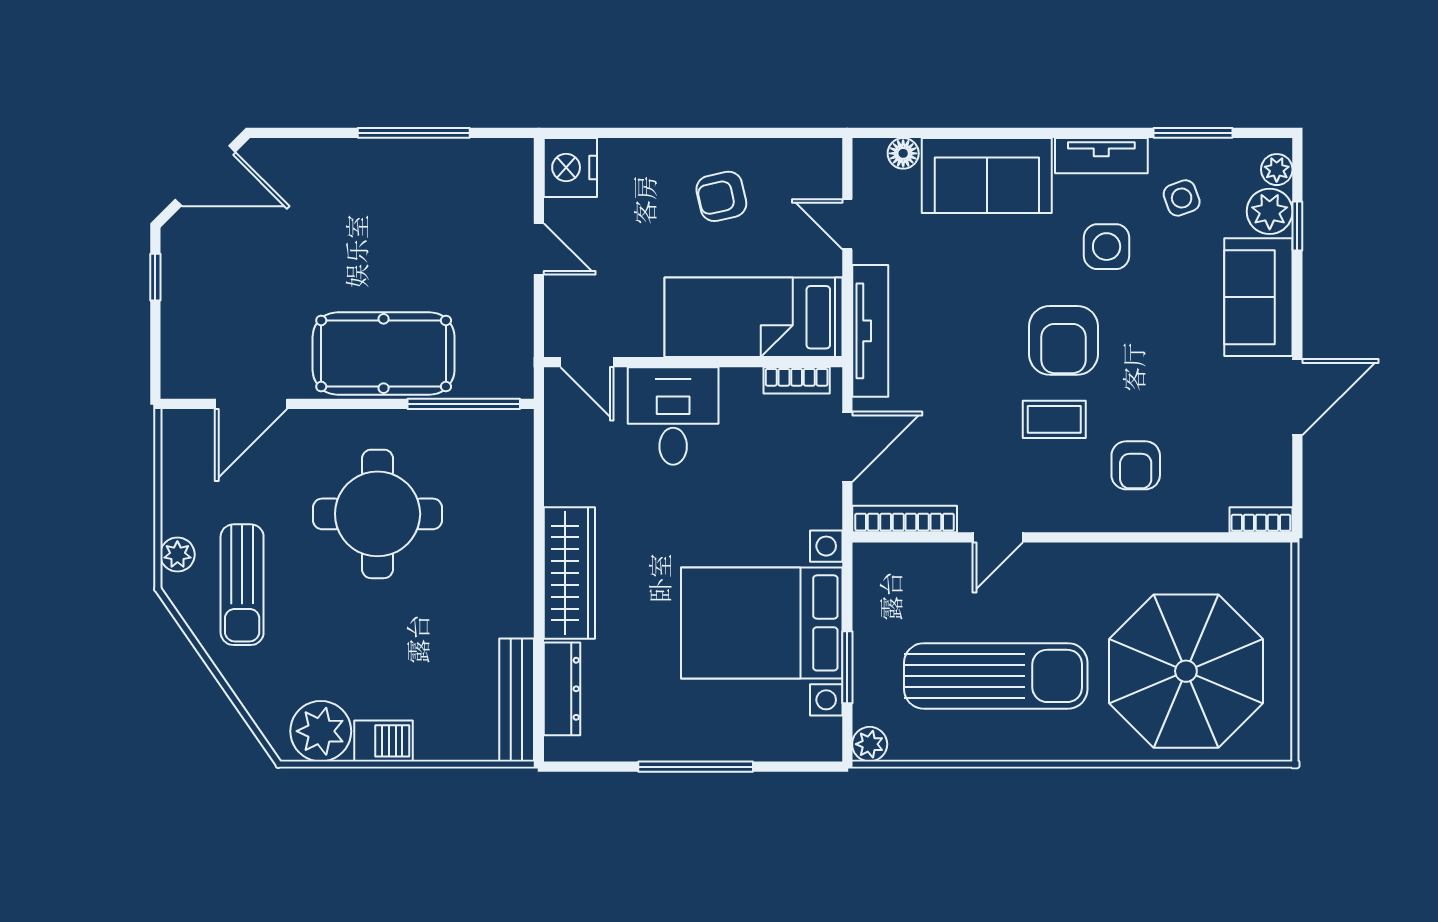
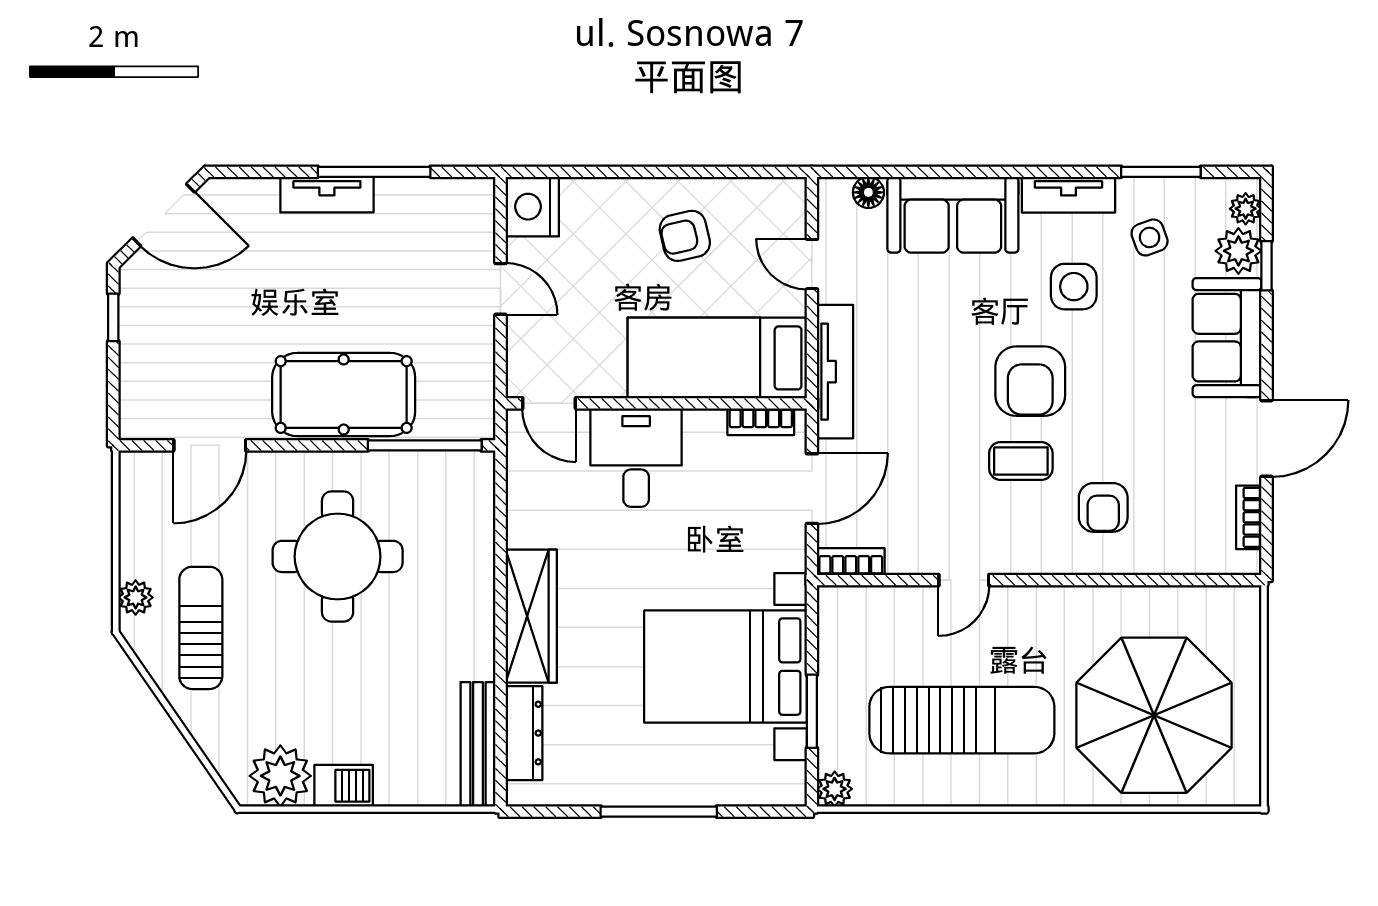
tv unit: (367, 156) -> (327, 195), added
bookcase: (905, 519) -> (851, 562), width x0.64
bookcase: (1261, 520) -> (1249, 517), moved, turned -90
sun lounger: (242, 585) -> (201, 628), turned 180

